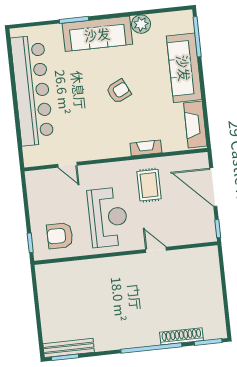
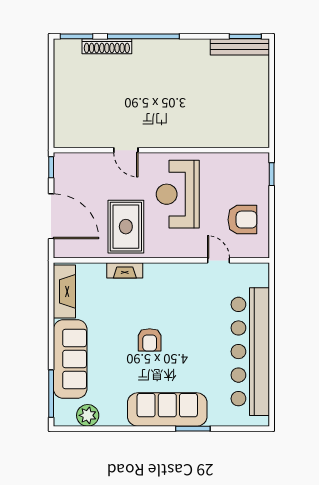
plant: (141, 24) -> (88, 415), moved
armchair: (119, 91) -> (150, 340), turned -64
rug: (149, 185) -> (126, 227), width x1.36, depth x1.43
armchair: (60, 236) -> (242, 220), moved

